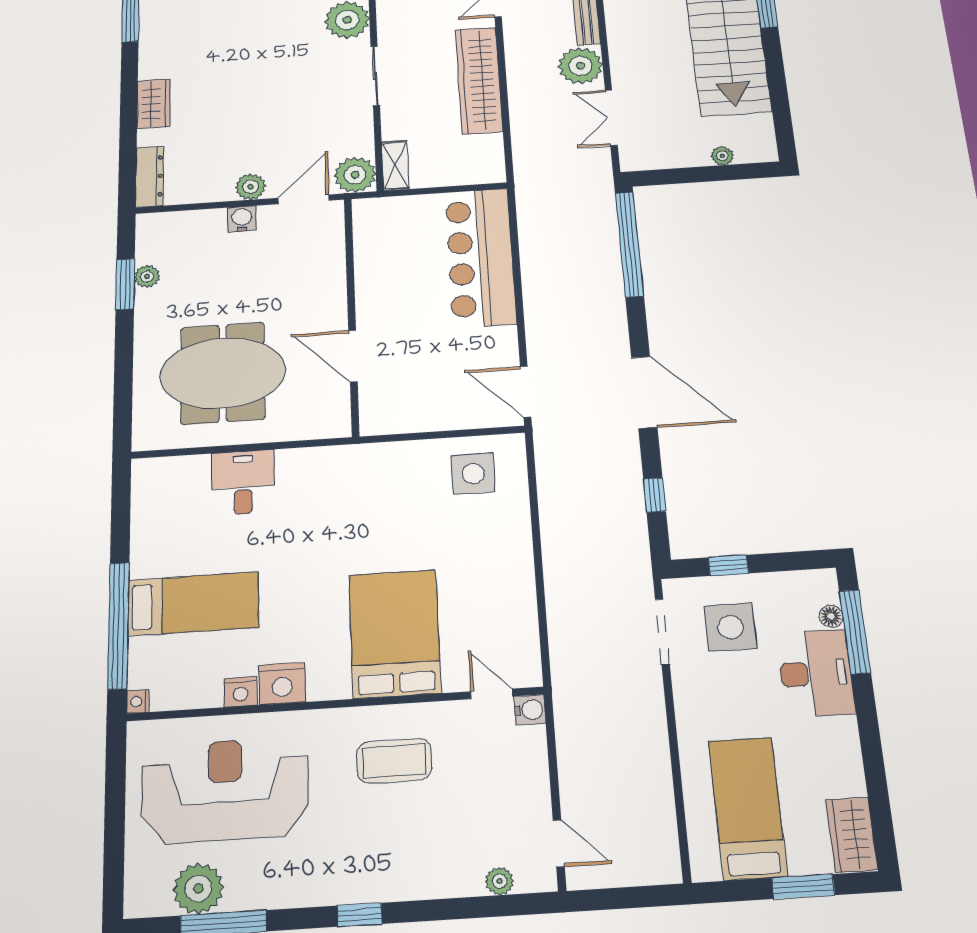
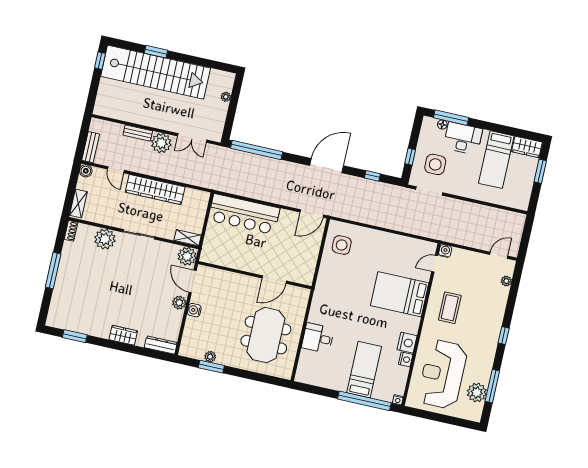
bed: (748, 808) -> (496, 160), moved, turned -90

